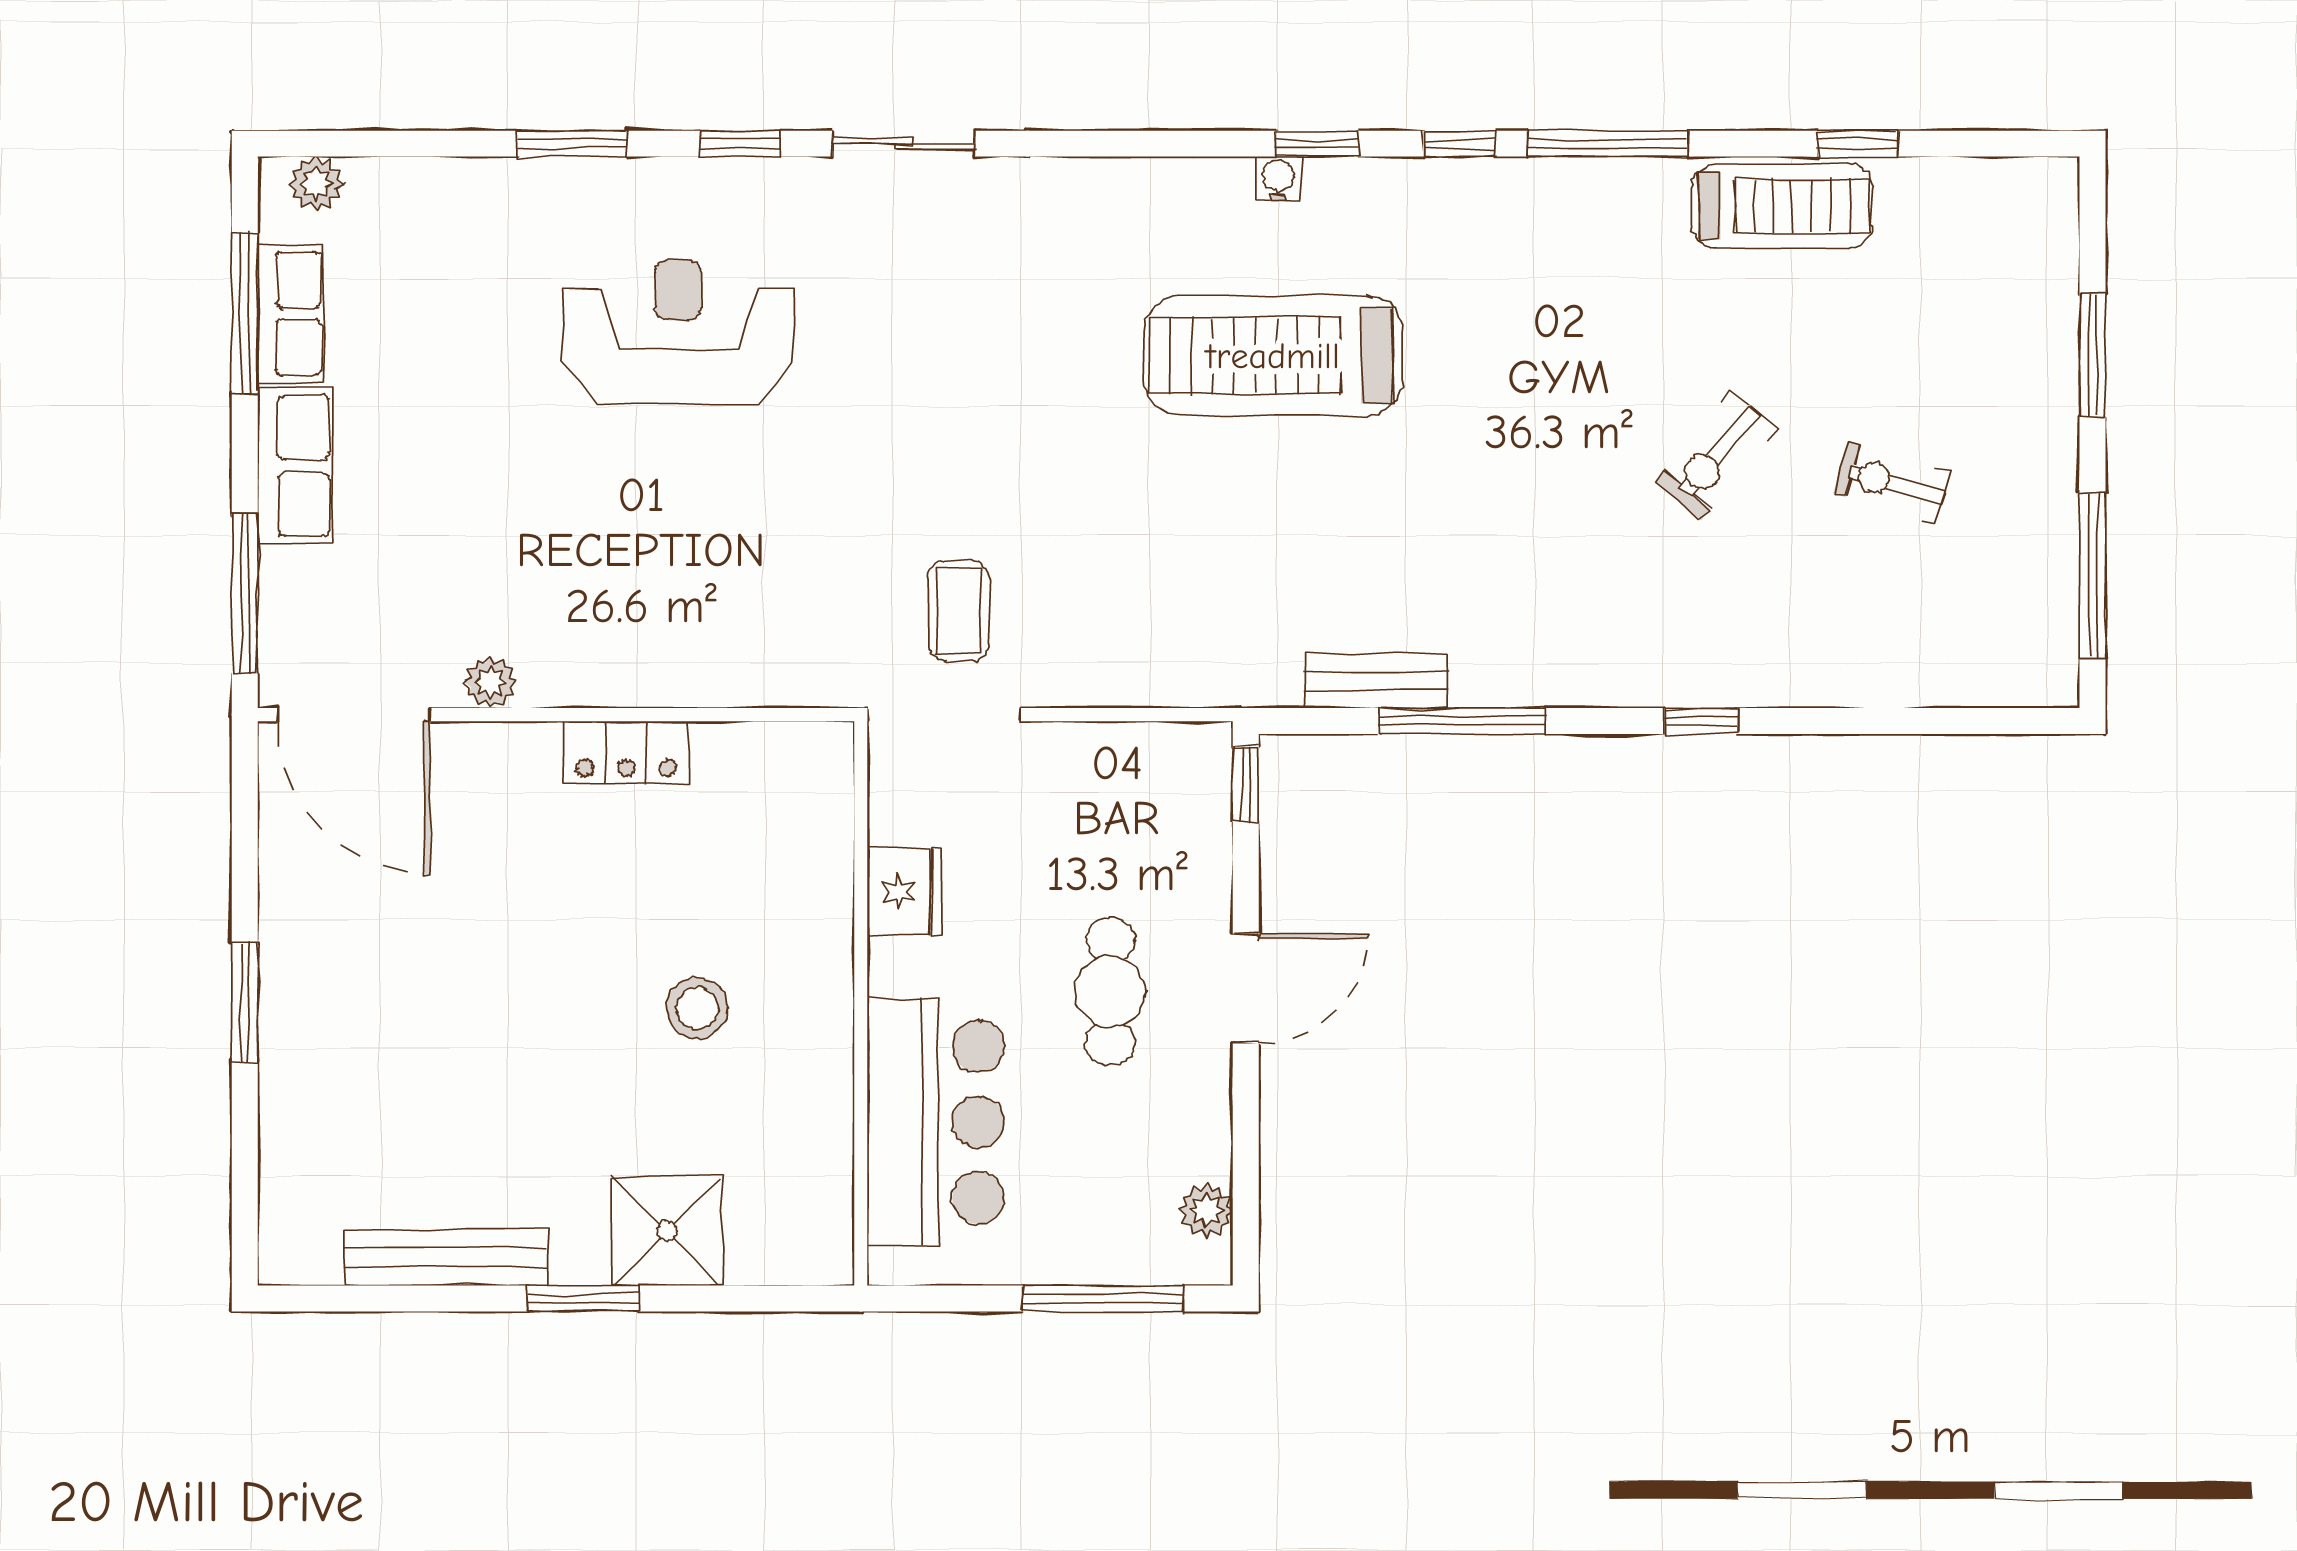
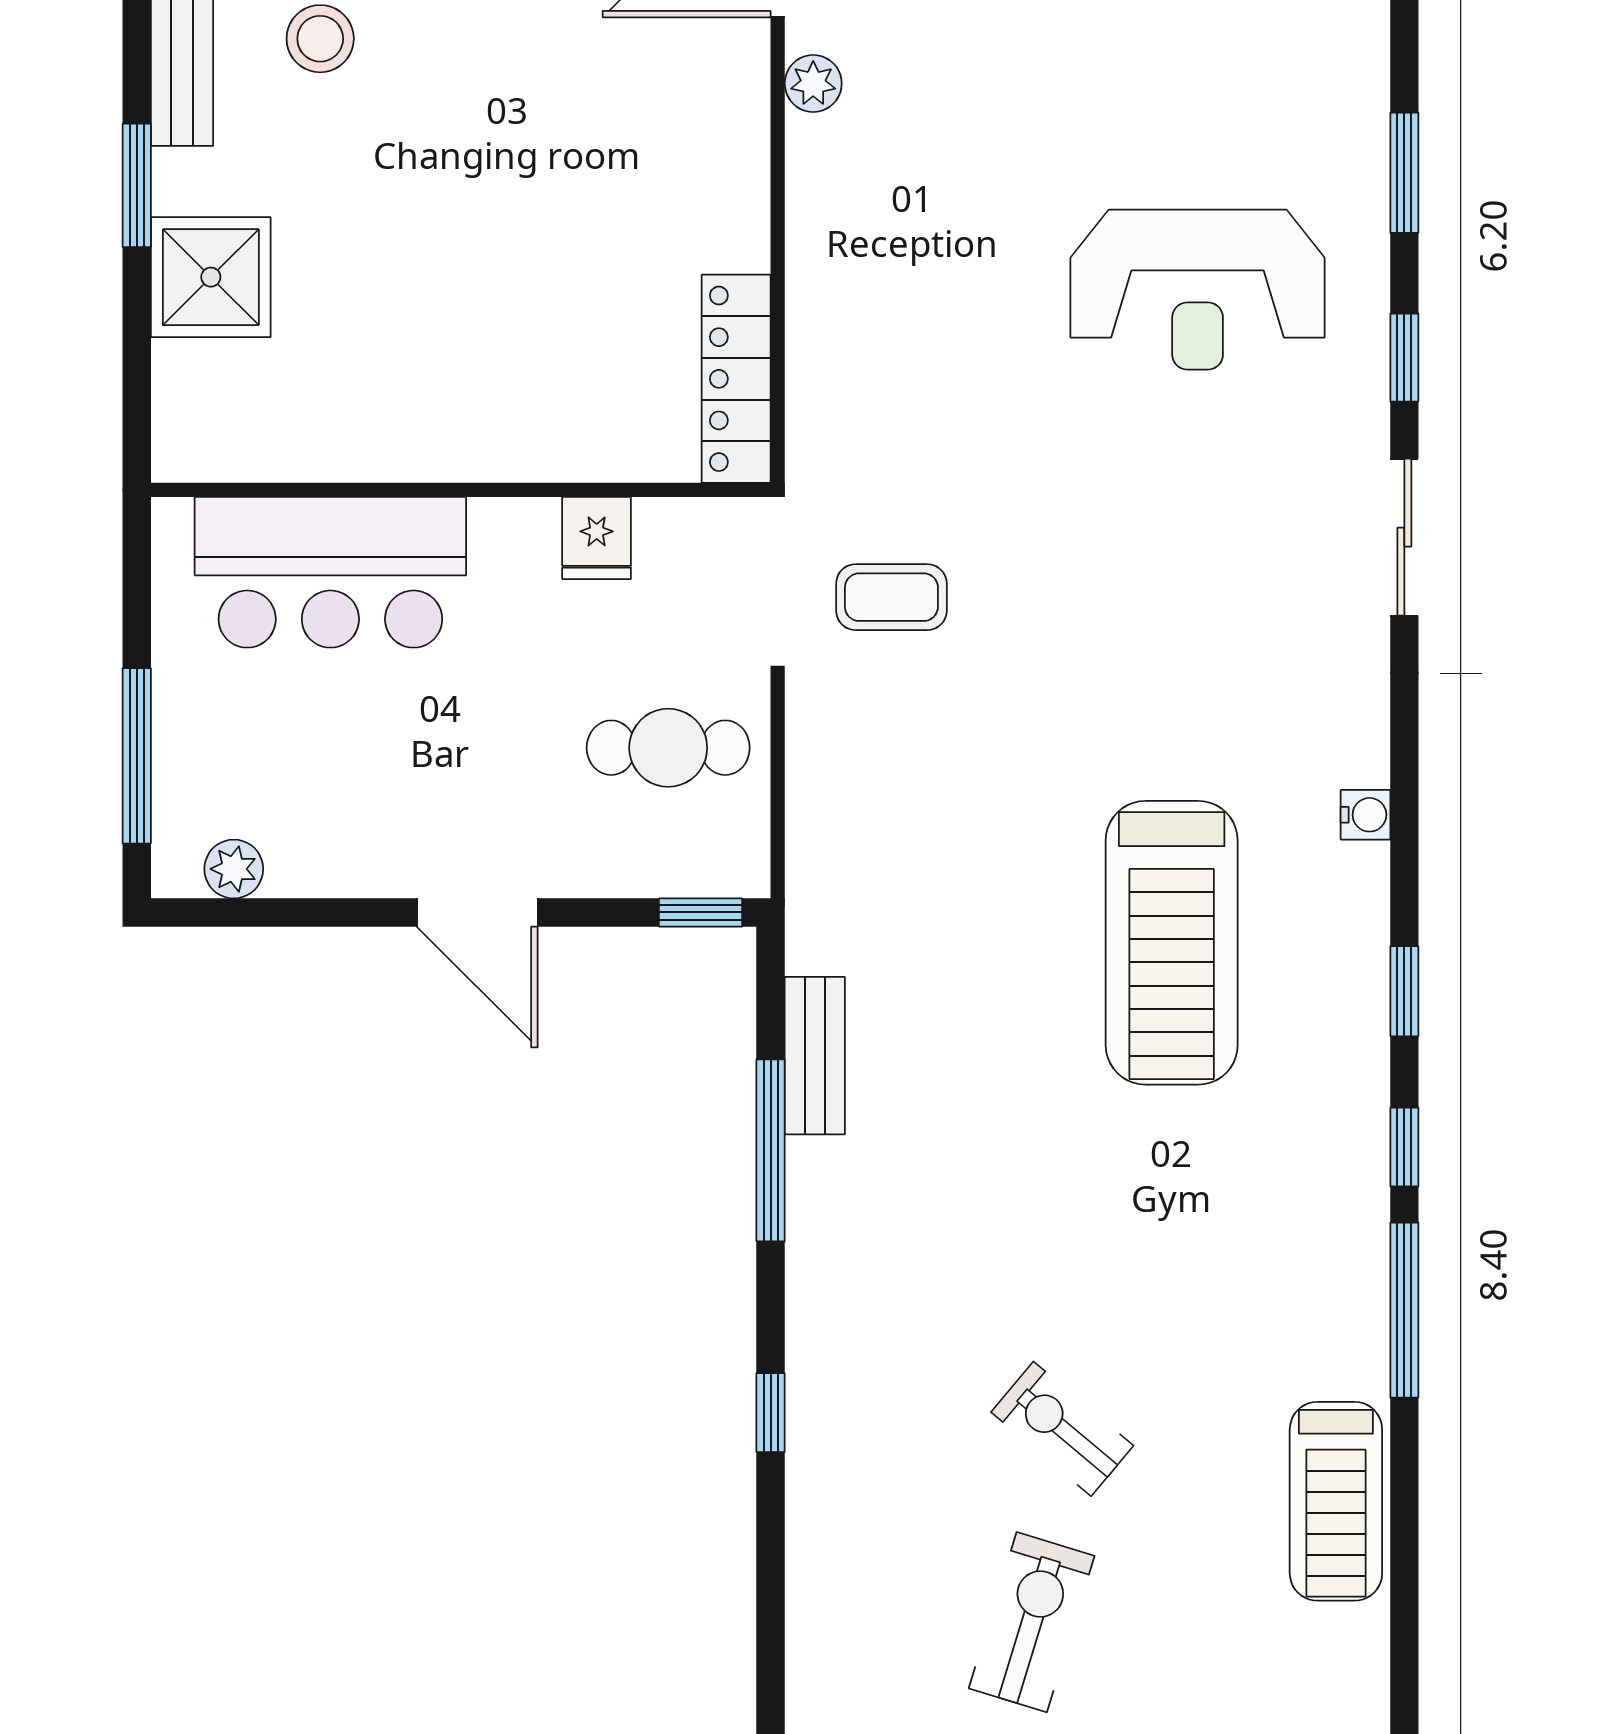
window: (1858, 144) -> (1404, 1584), removed
water cooler: (1278, 179) -> (1366, 815), moved
reception desk: (678, 332) -> (1198, 290), turned 90
treadmill: (1273, 356) -> (1172, 943), turned 180
exercise bike: (1892, 483) -> (1032, 1622), width x1.38, depth x1.39
locker: (626, 752) -> (736, 379), moved, width x1.53
fridge: (905, 892) -> (597, 538), width x0.72
cafe table: (1110, 991) -> (668, 748), moved
stool: (697, 1008) -> (320, 39), moved

